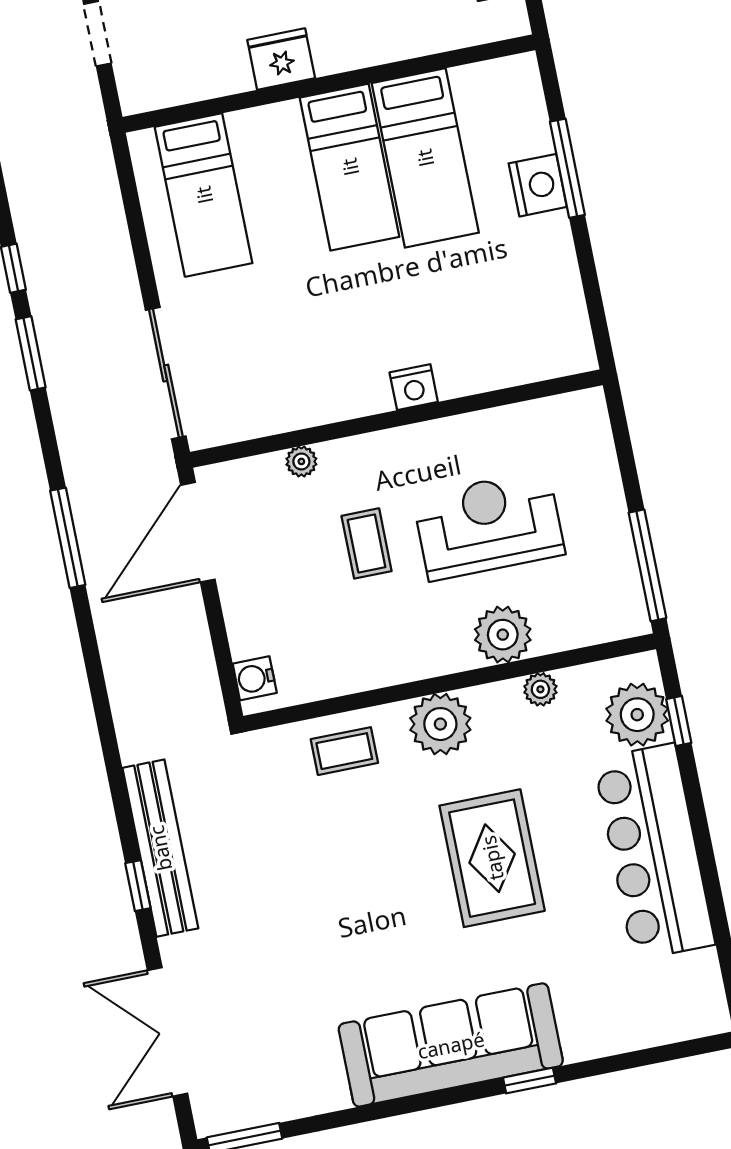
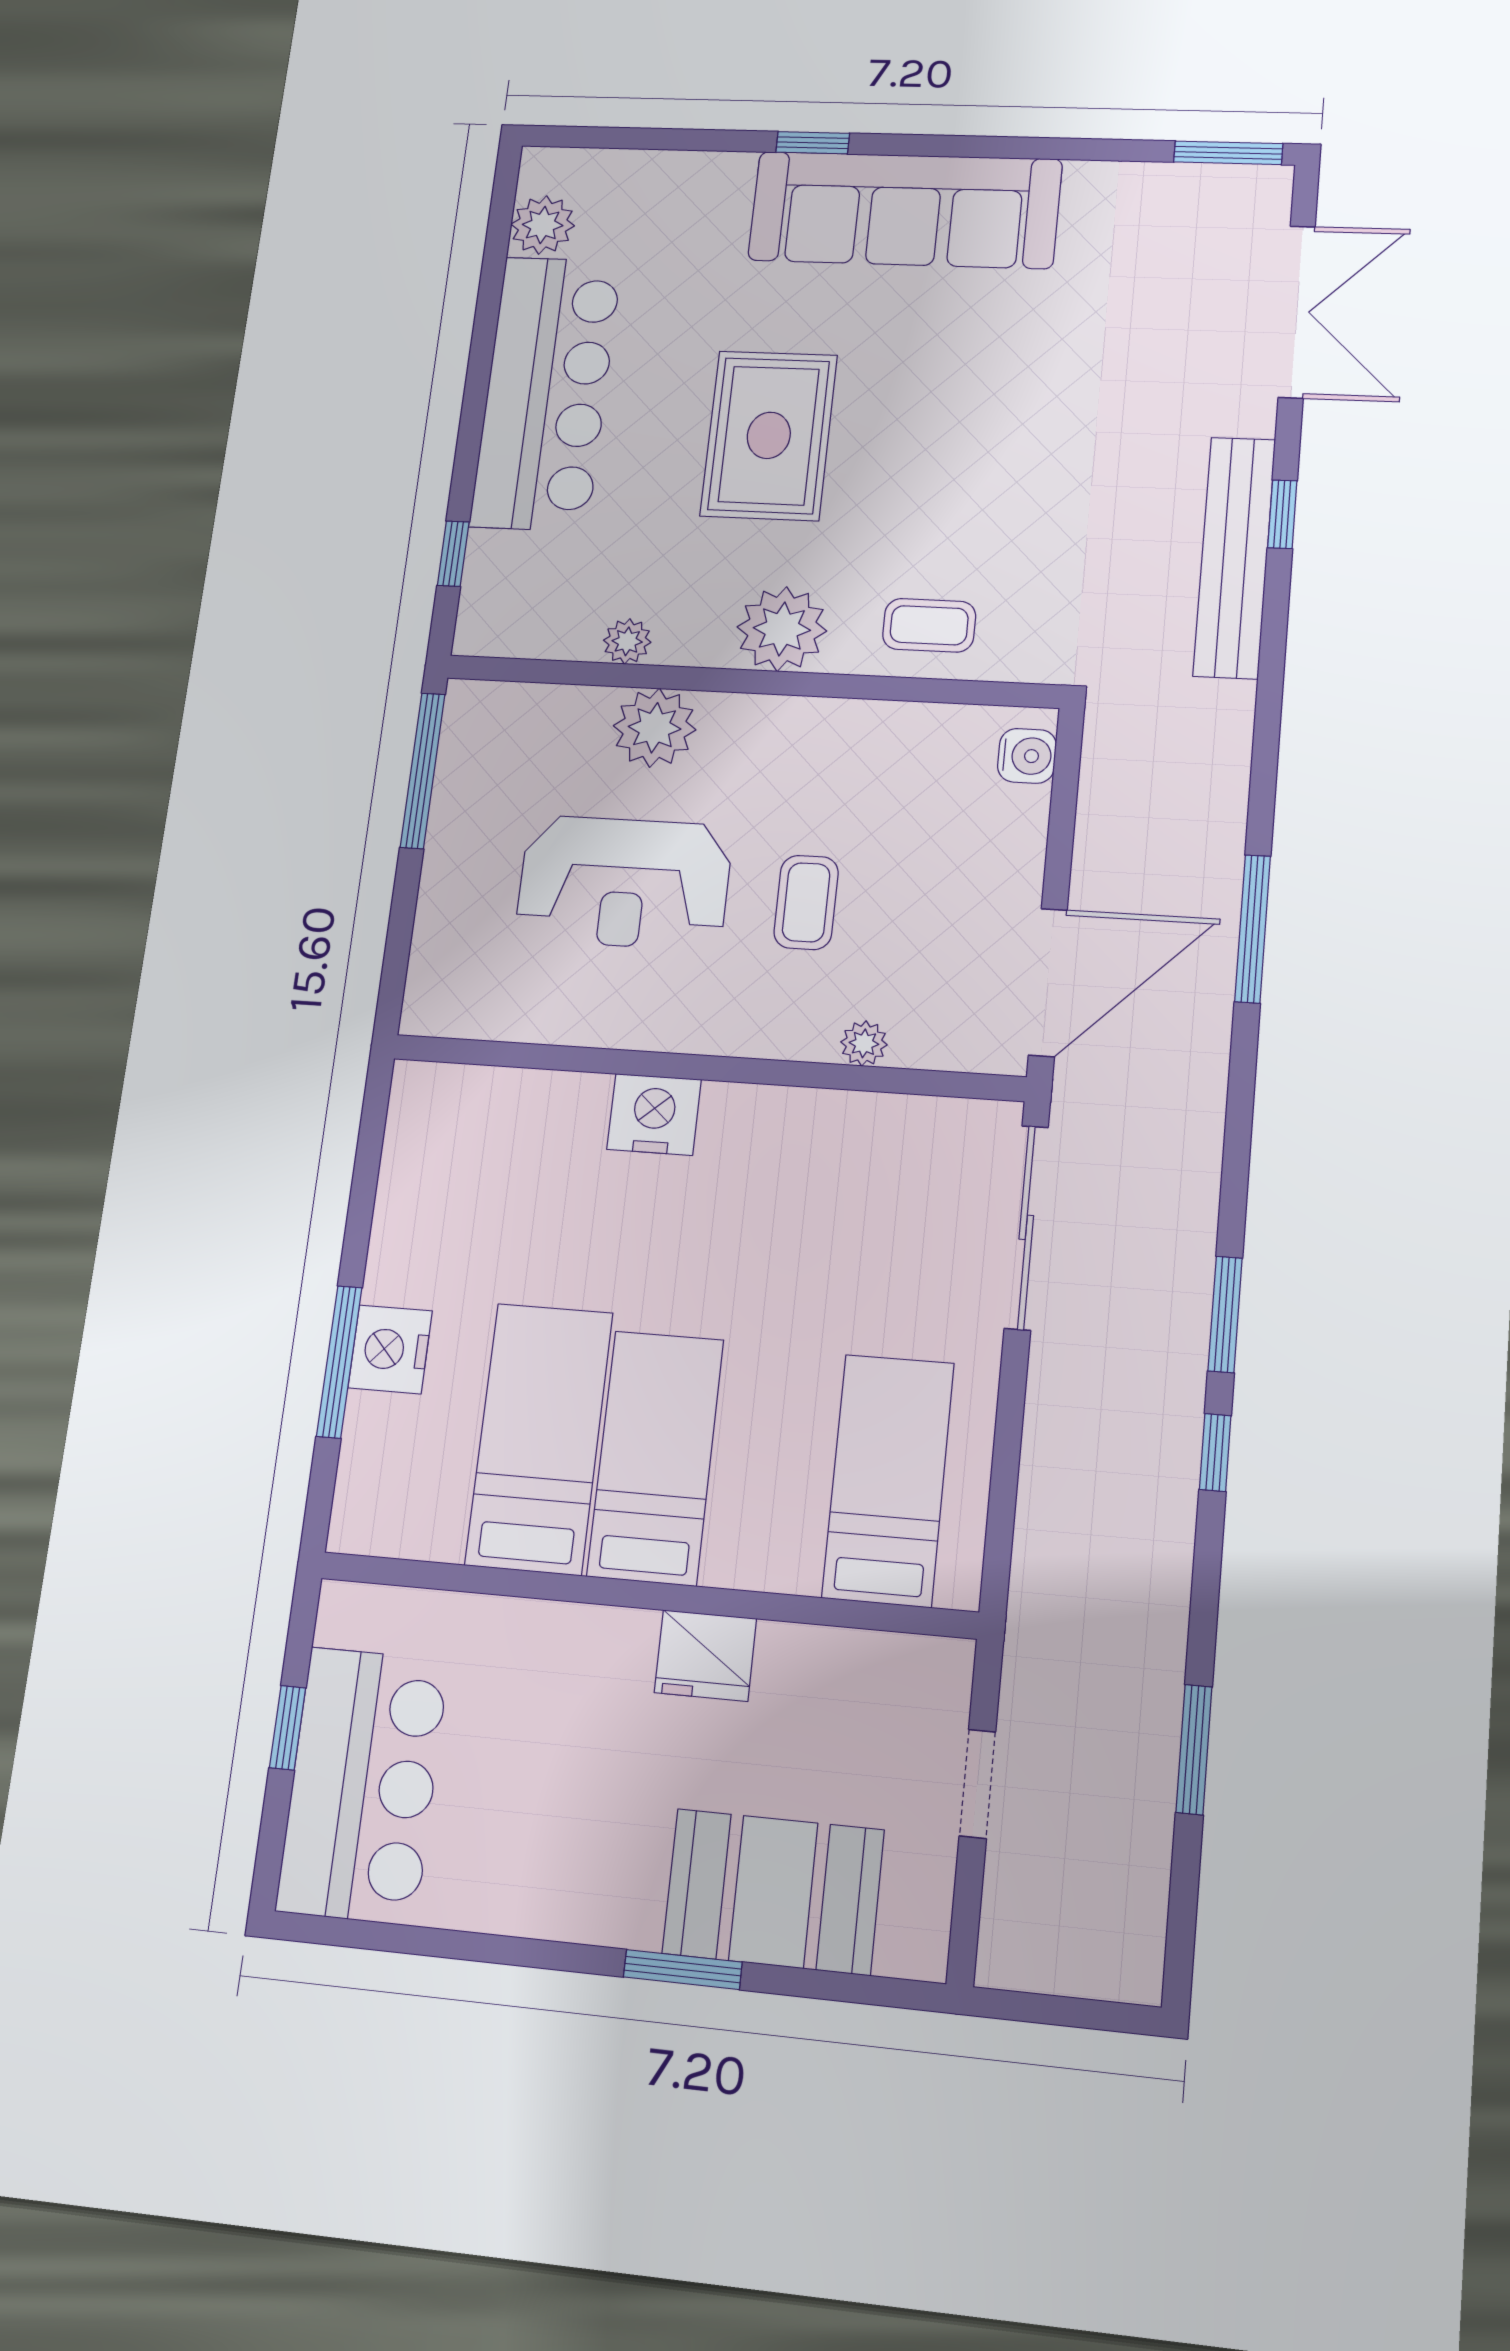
nightstand: (414, 387) -> (654, 1114), width x1.36, depth x1.33
window: (68, 538) -> (1253, 929), moved
plant: (637, 715) -> (543, 225), moved, width x0.73, depth x0.73

